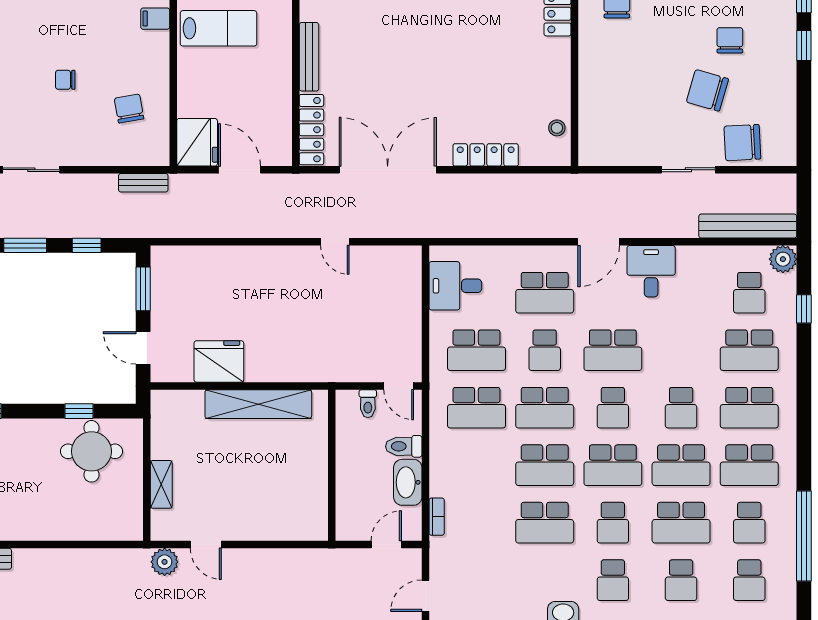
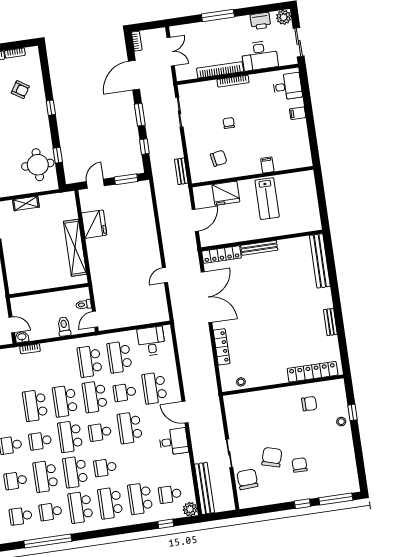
chair: (730, 40) -> (300, 465), turned -90
fridge: (197, 142) -> (226, 193), moved
washbasin: (408, 482) -> (22, 337), moved, width x0.52, depth x0.69

